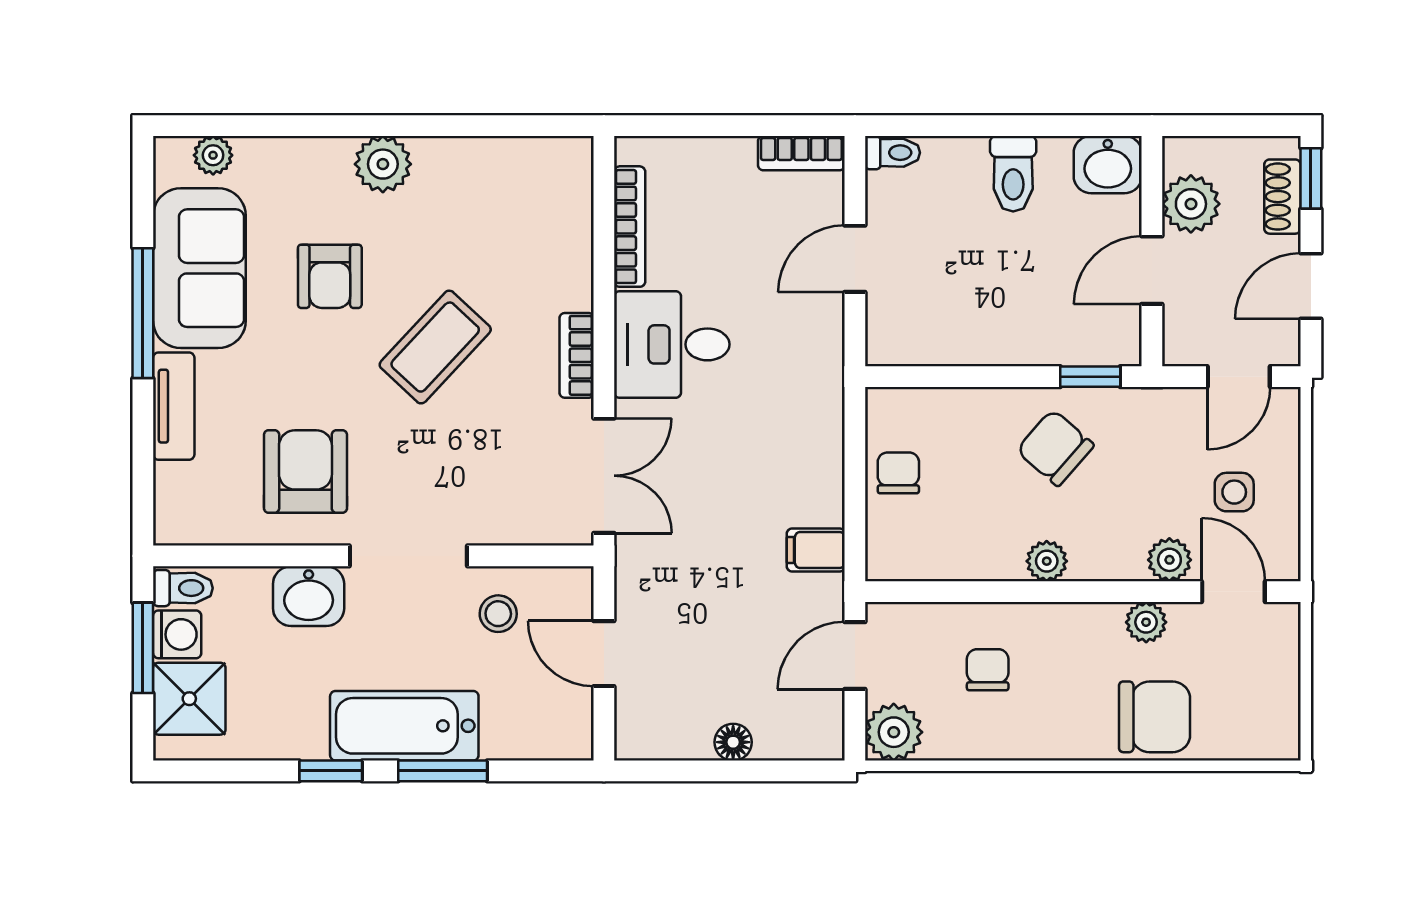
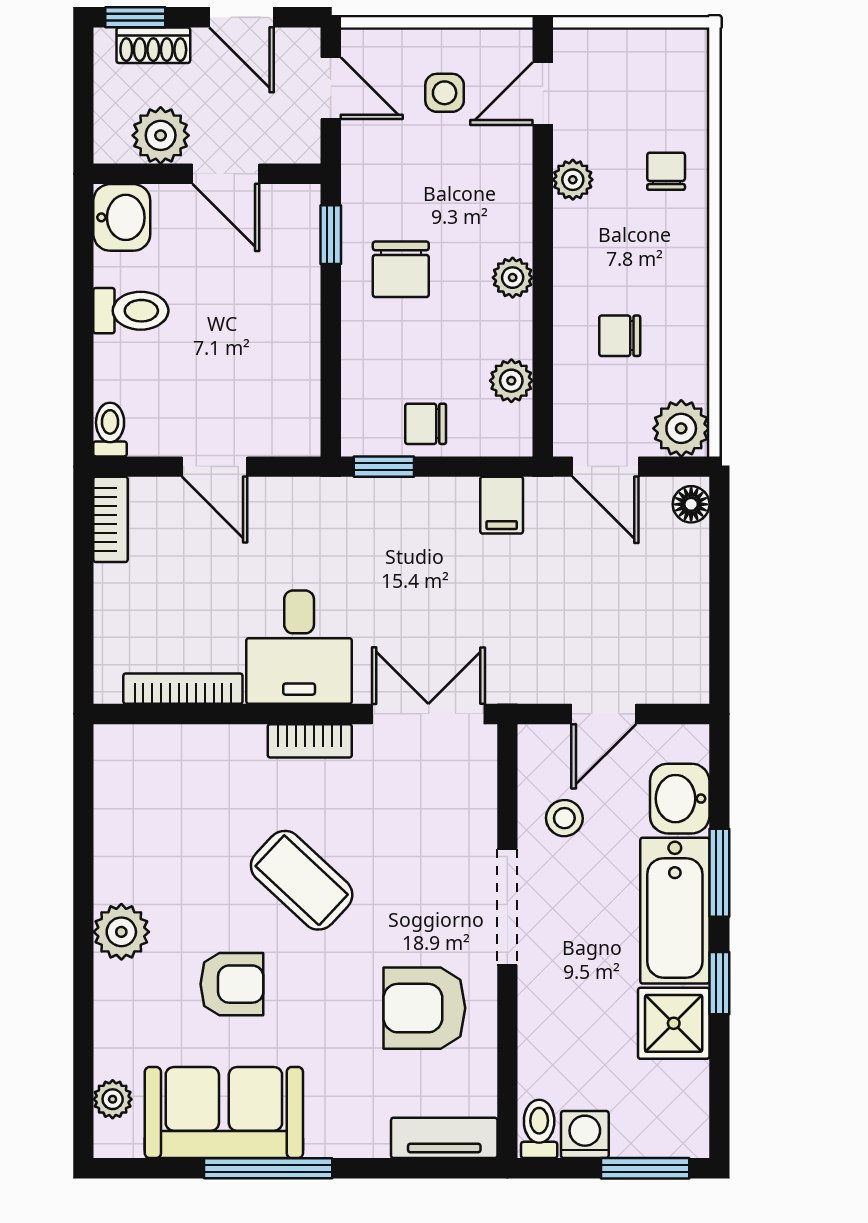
tv unit: (174, 406) -> (444, 1138), moved
window: (855, 430) -> (384, 467), added
chair: (1055, 448) -> (401, 269), turned -41
plant: (1169, 560) -> (511, 381), moved
washbasin: (309, 596) -> (680, 799), moved, turned 180
window: (143, 648) -> (645, 1168), moved
shower: (189, 699) -> (674, 1023), moved
chair: (1155, 717) -> (666, 171), width x0.54, depth x0.54
floor lamp: (733, 742) -> (691, 504), moved

